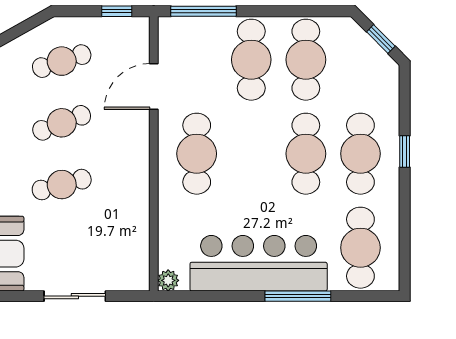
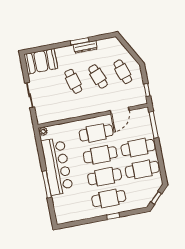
door: (154, 86) -> (120, 111), swing flipped
cafe table: (360, 248) -> (100, 155), moved

